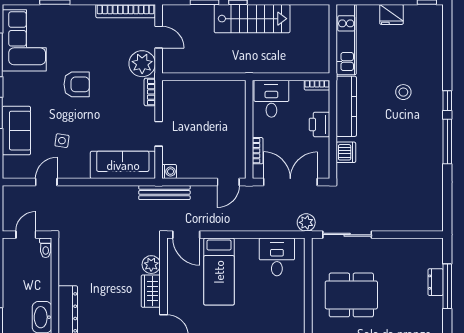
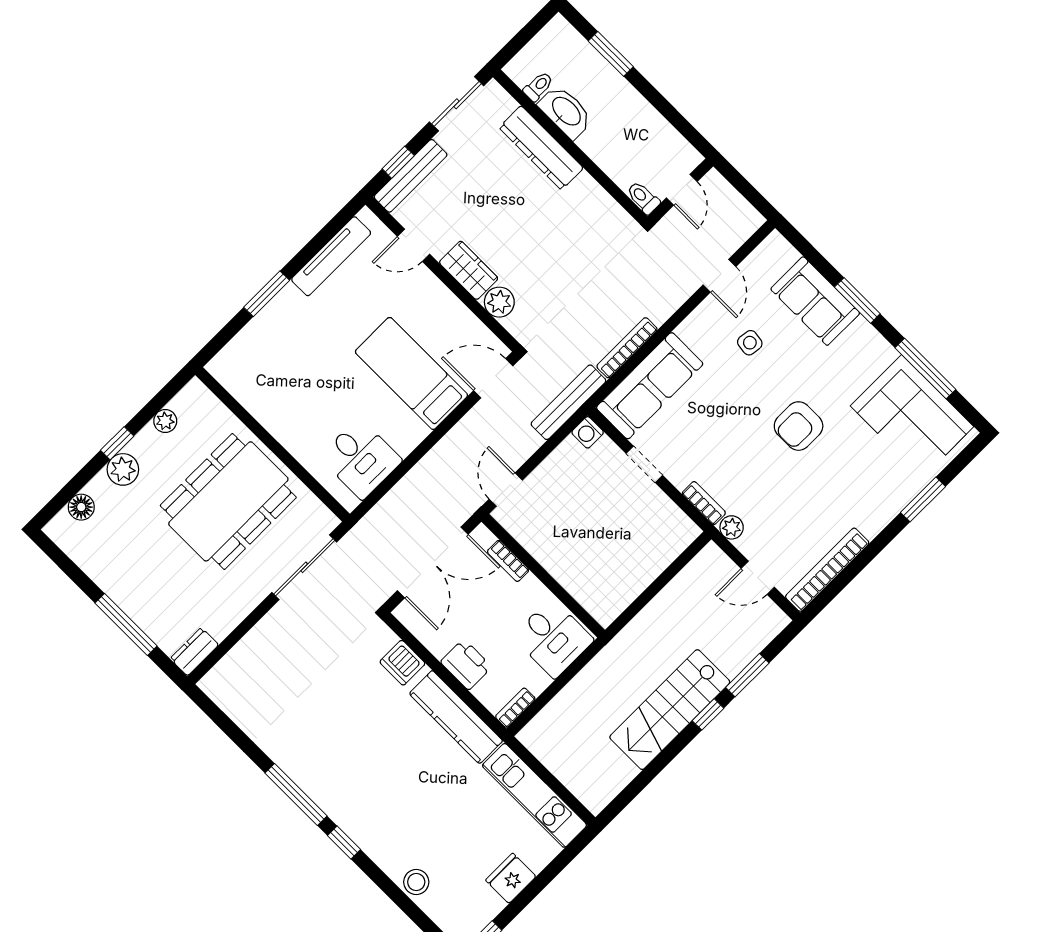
plant: (142, 64) -> (732, 527), width x0.53, depth x0.53
stool: (403, 92) -> (416, 882), moved
bookcase: (116, 191) -> (627, 348), added
plant: (306, 222) -> (367, 534), removed
dresser: (436, 282) -> (194, 652), moved, turned -90
dining table: (351, 295) -> (228, 501), width x1.36, depth x1.24

